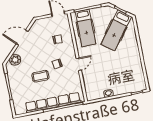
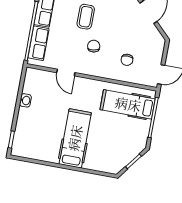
hospital bed: (116, 30) -> (75, 138), moved, turned 53
door: (79, 64) -> (66, 73), moved

